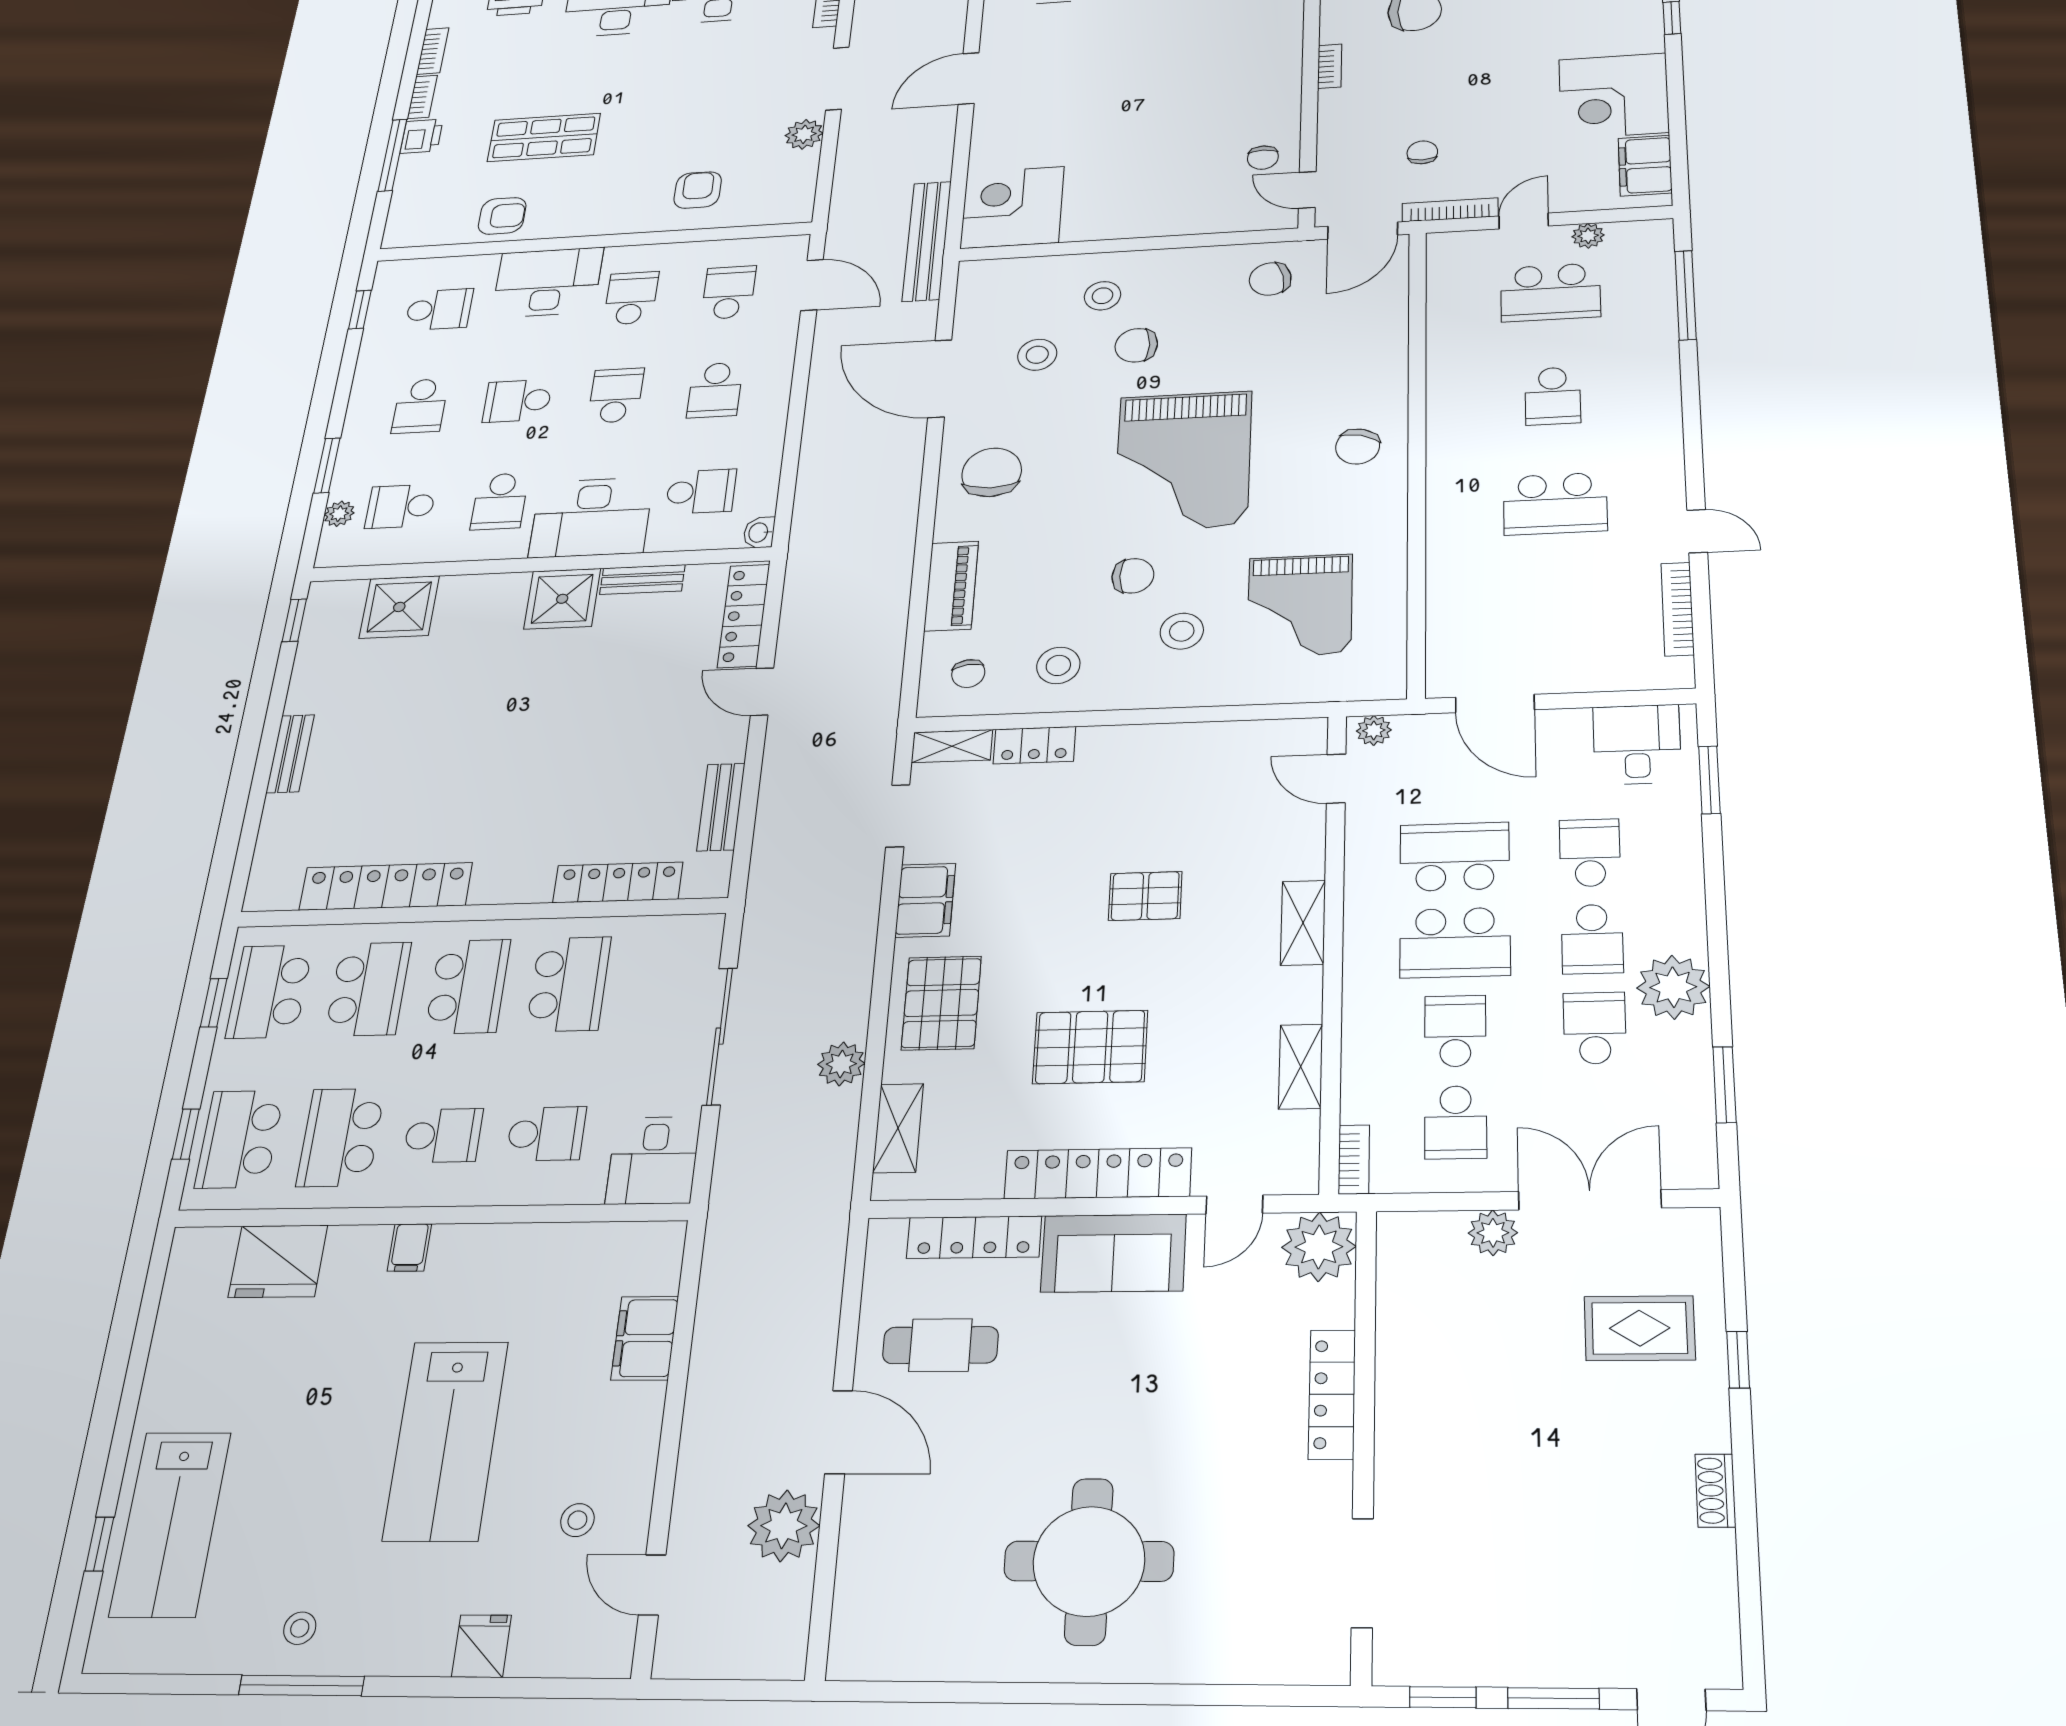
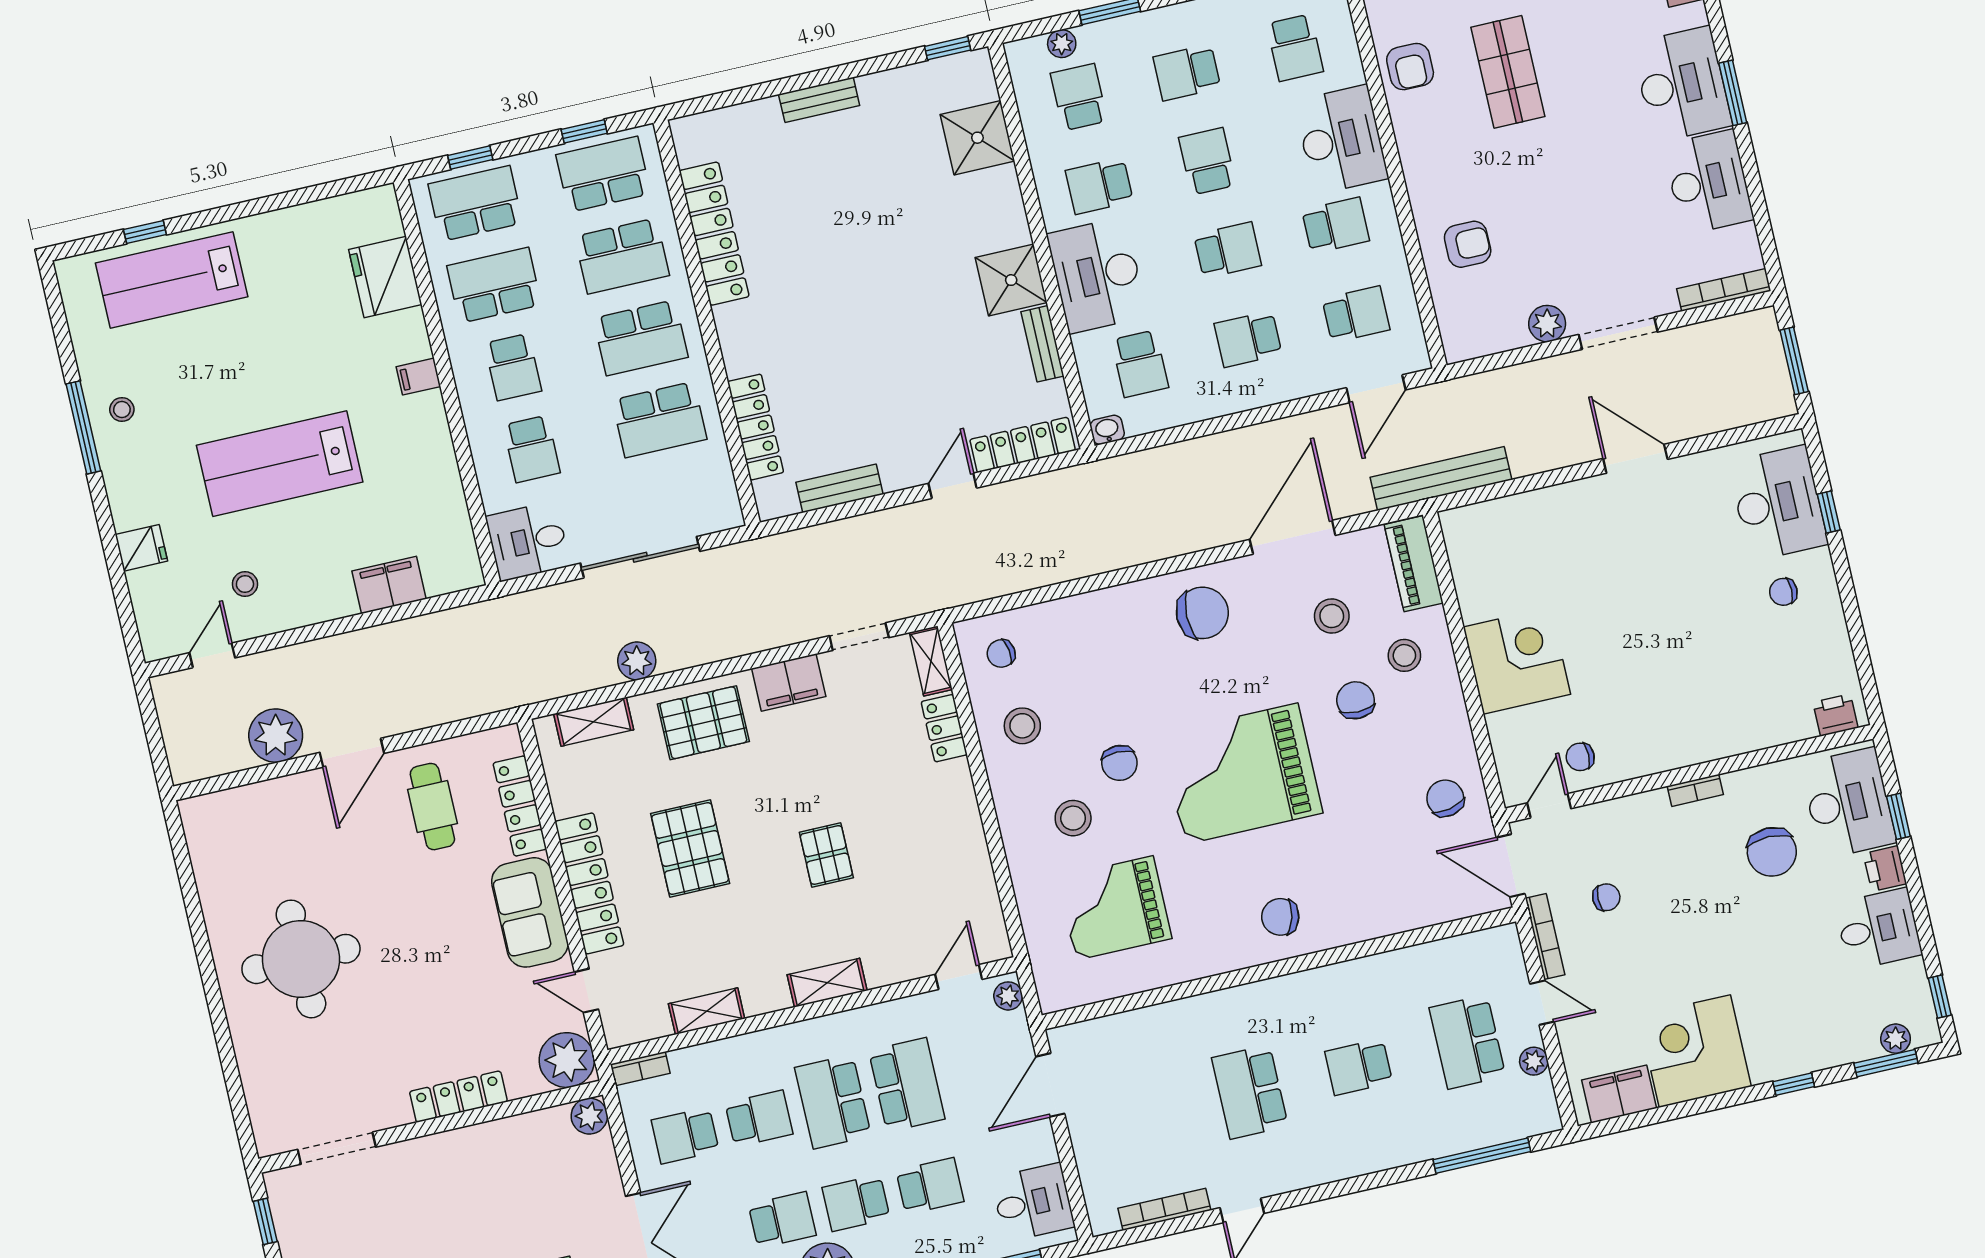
corner desk: (1012, 207) -> (1517, 661), moved
piano: (951, 586) -> (1414, 564), moved, turned 90
plant: (1493, 1233) -> (589, 1116), moved

